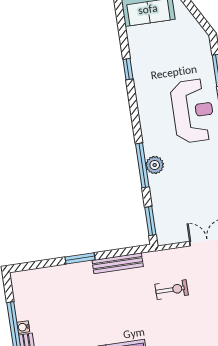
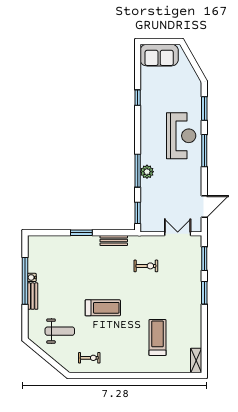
bench: (118, 263) -> (114, 240), width x0.73

